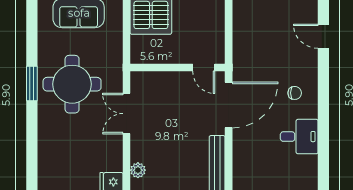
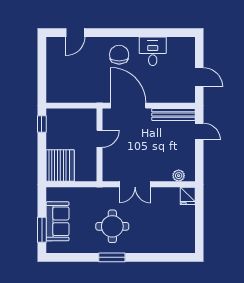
door: (204, 68) -> (100, 139), moved
round table: (72, 84) -> (112, 226), width x0.73, depth x0.73
chair: (295, 93) -> (119, 55), width x1.87, depth x1.87

